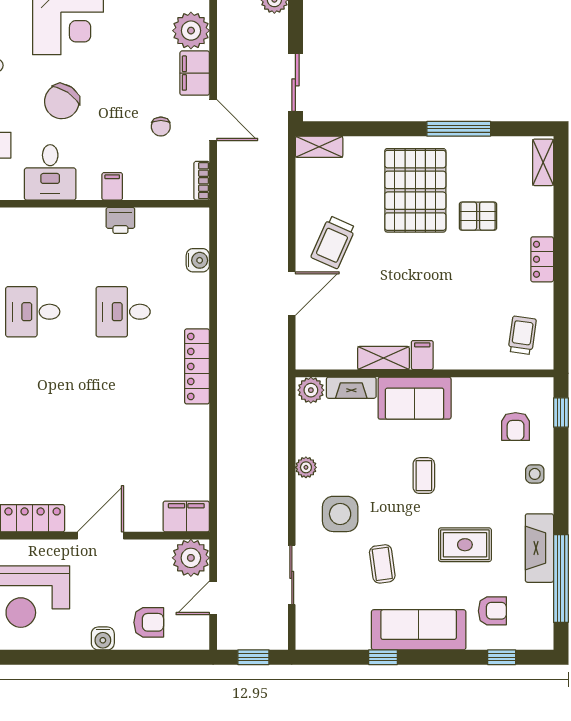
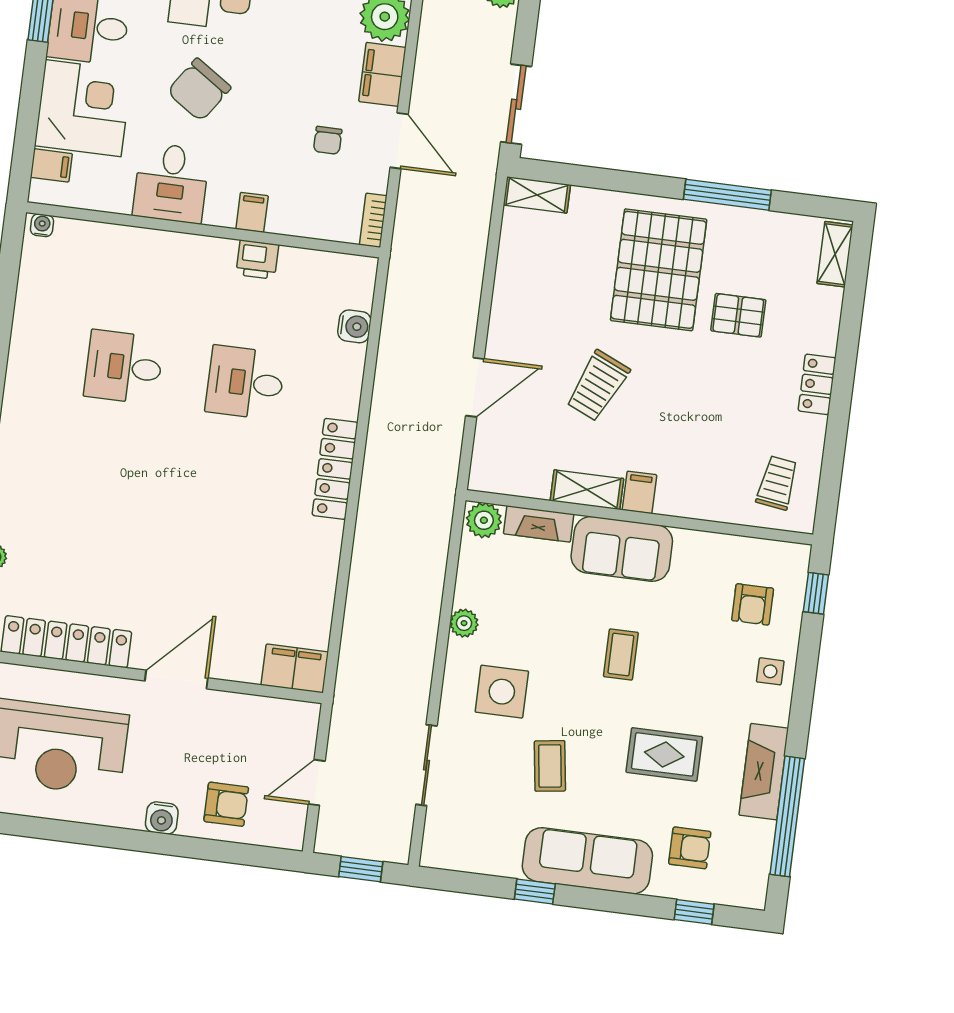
trolley: (333, 242) -> (598, 386), moved
plant: (191, 558) -> (294, 725), removed

